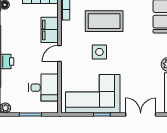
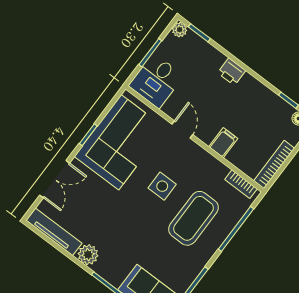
filing cabinet: (50, 30) -> (223, 143), width x0.50
door: (60, 53) -> (182, 129), moved
desk: (44, 88) -> (156, 81), moved

